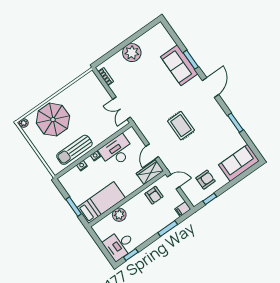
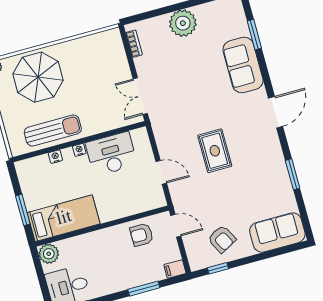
window: (191, 60) -> (254, 35), moved
sun lounger: (74, 150) -> (53, 131), turned 180
door: (152, 151) -> (161, 172), swing flipped
wardrobe: (150, 172) -> (148, 200), removed
armchair: (206, 180) -> (222, 239), turned 62
armchair: (154, 195) -> (141, 235), turned 90
plant: (119, 215) -> (49, 254), moved

